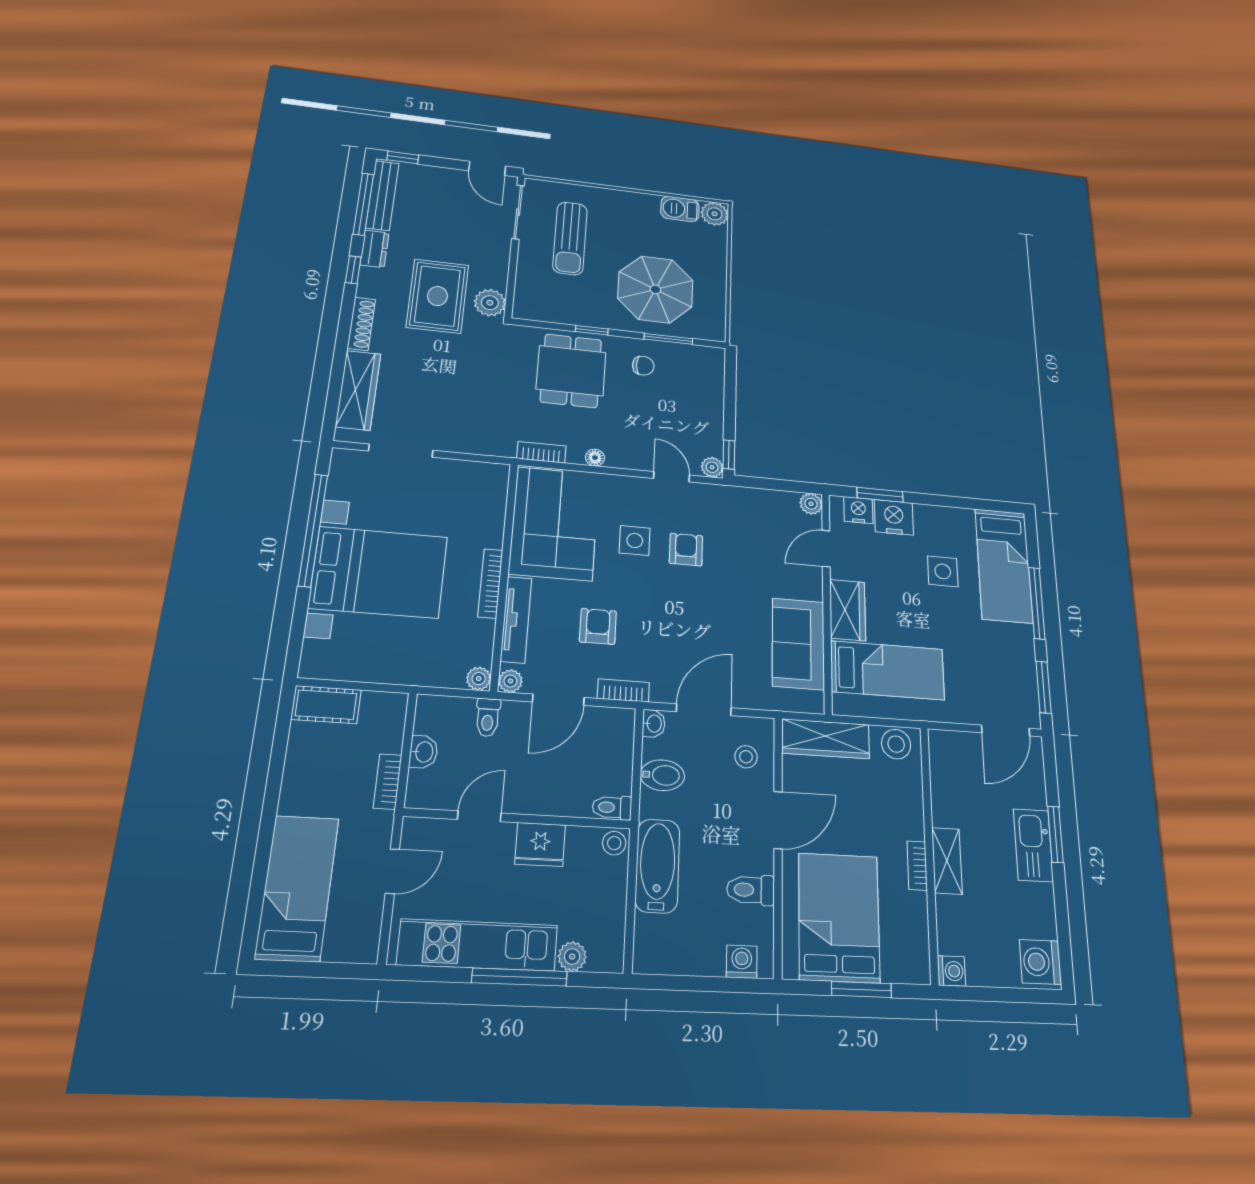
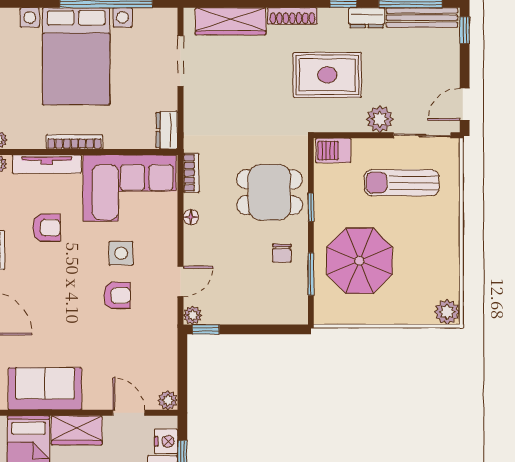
barbecue: (680, 209) -> (333, 151), moved, turned -90
plant: (490, 303) -> (380, 119), moved
dresser: (486, 474) -> (167, 130), added

